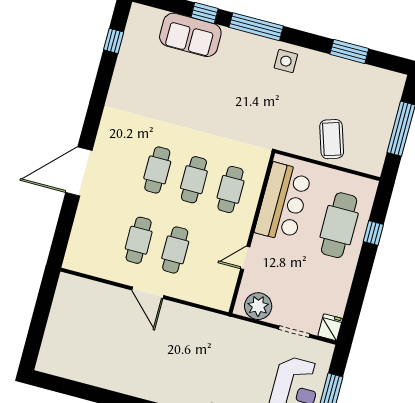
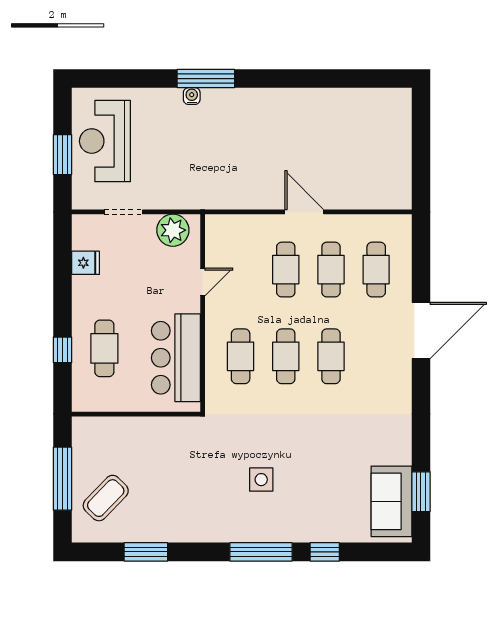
sofa: (190, 35) -> (391, 501), moved, turned -90
window: (114, 41) -> (421, 492), width x1.50
side table: (286, 61) -> (261, 480), moved
coffee table: (332, 139) -> (106, 498), moved, turned 62
cafe table: (339, 225) -> (104, 348), width x0.73, depth x0.74
cafe table: (102, 230) -> (376, 270), added
fridge: (330, 327) -> (86, 263), moved, turned -90

